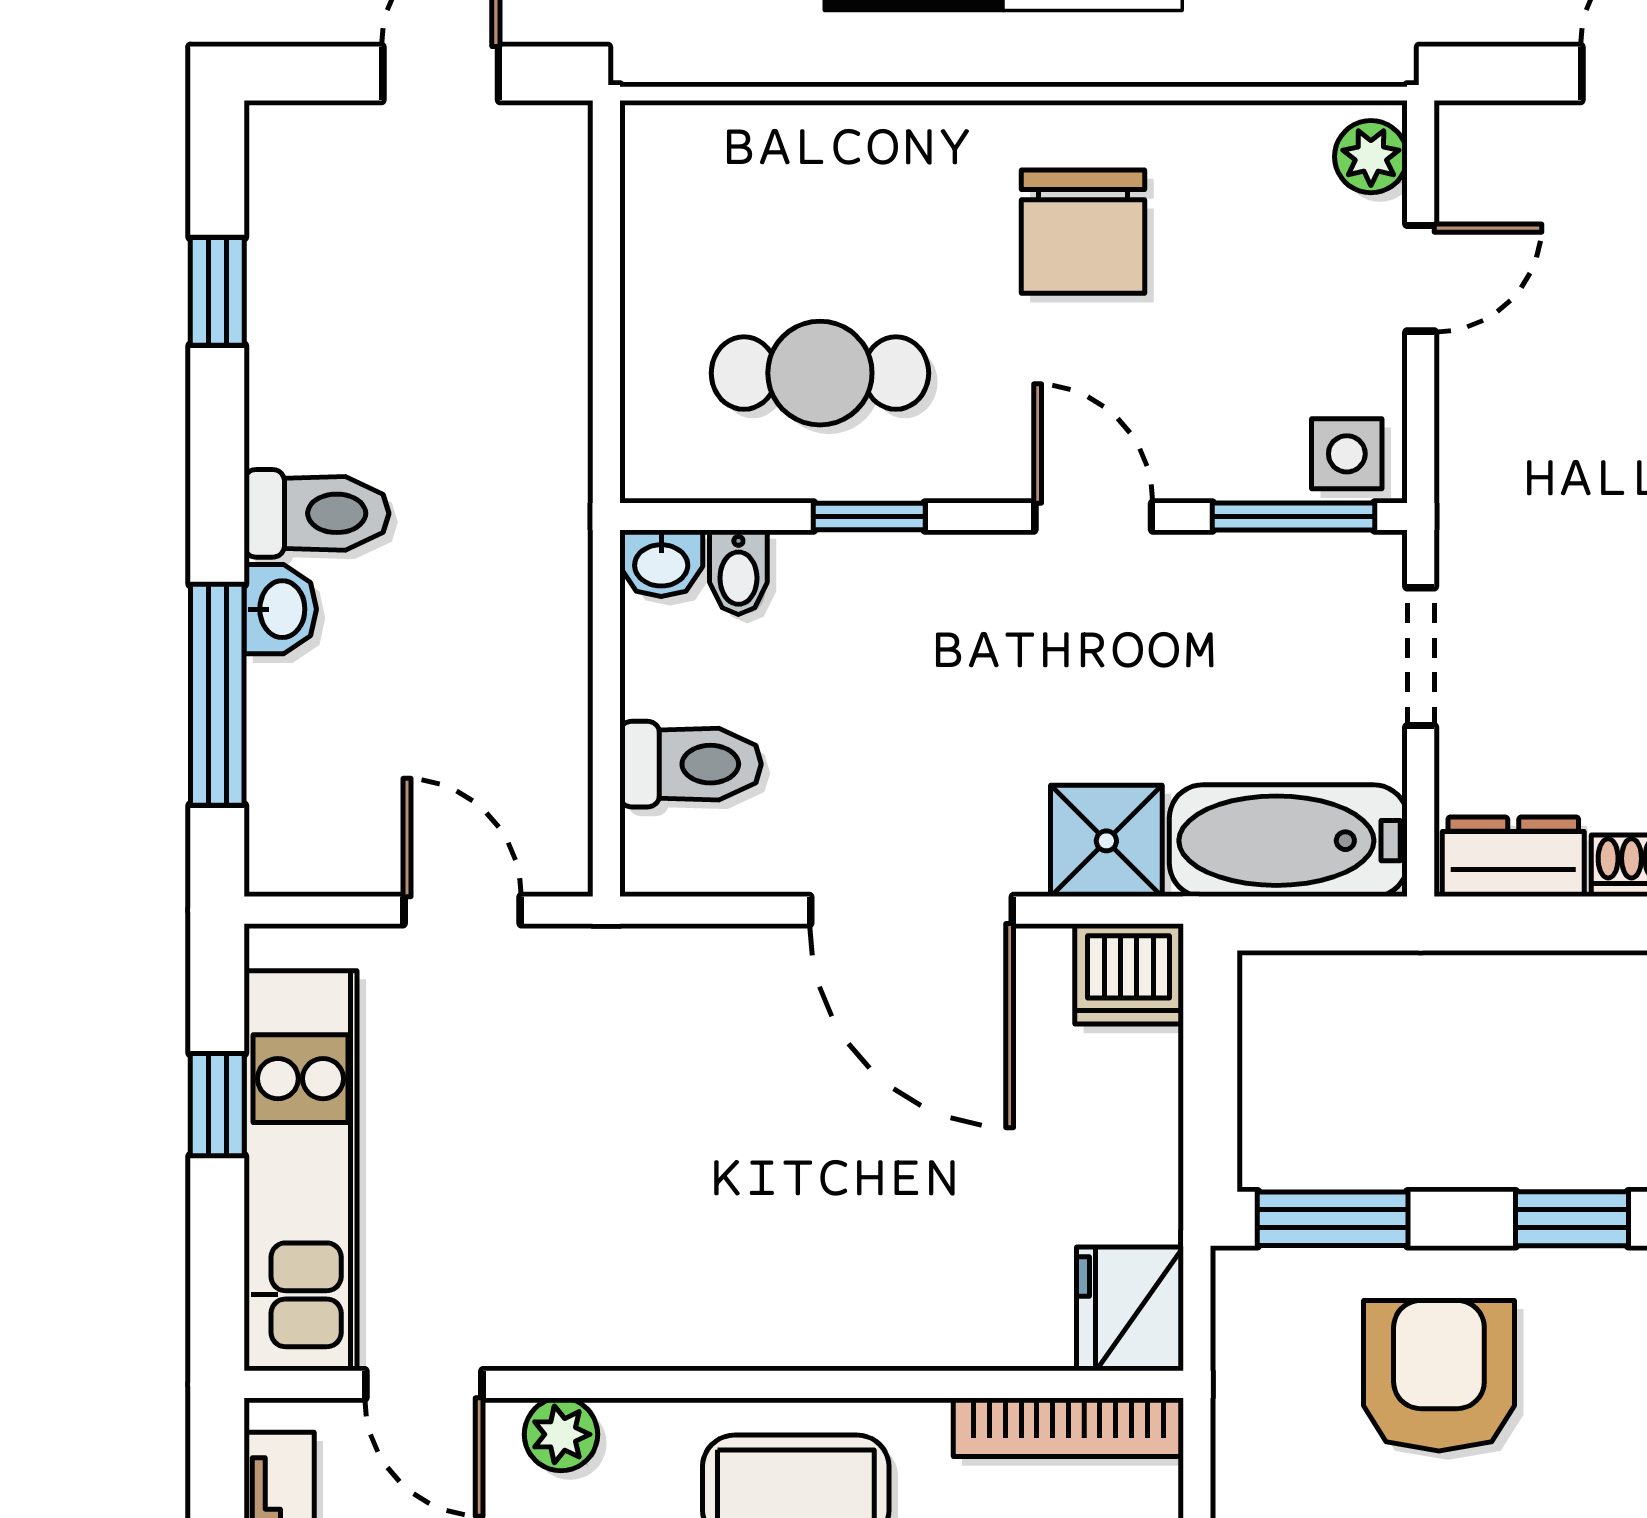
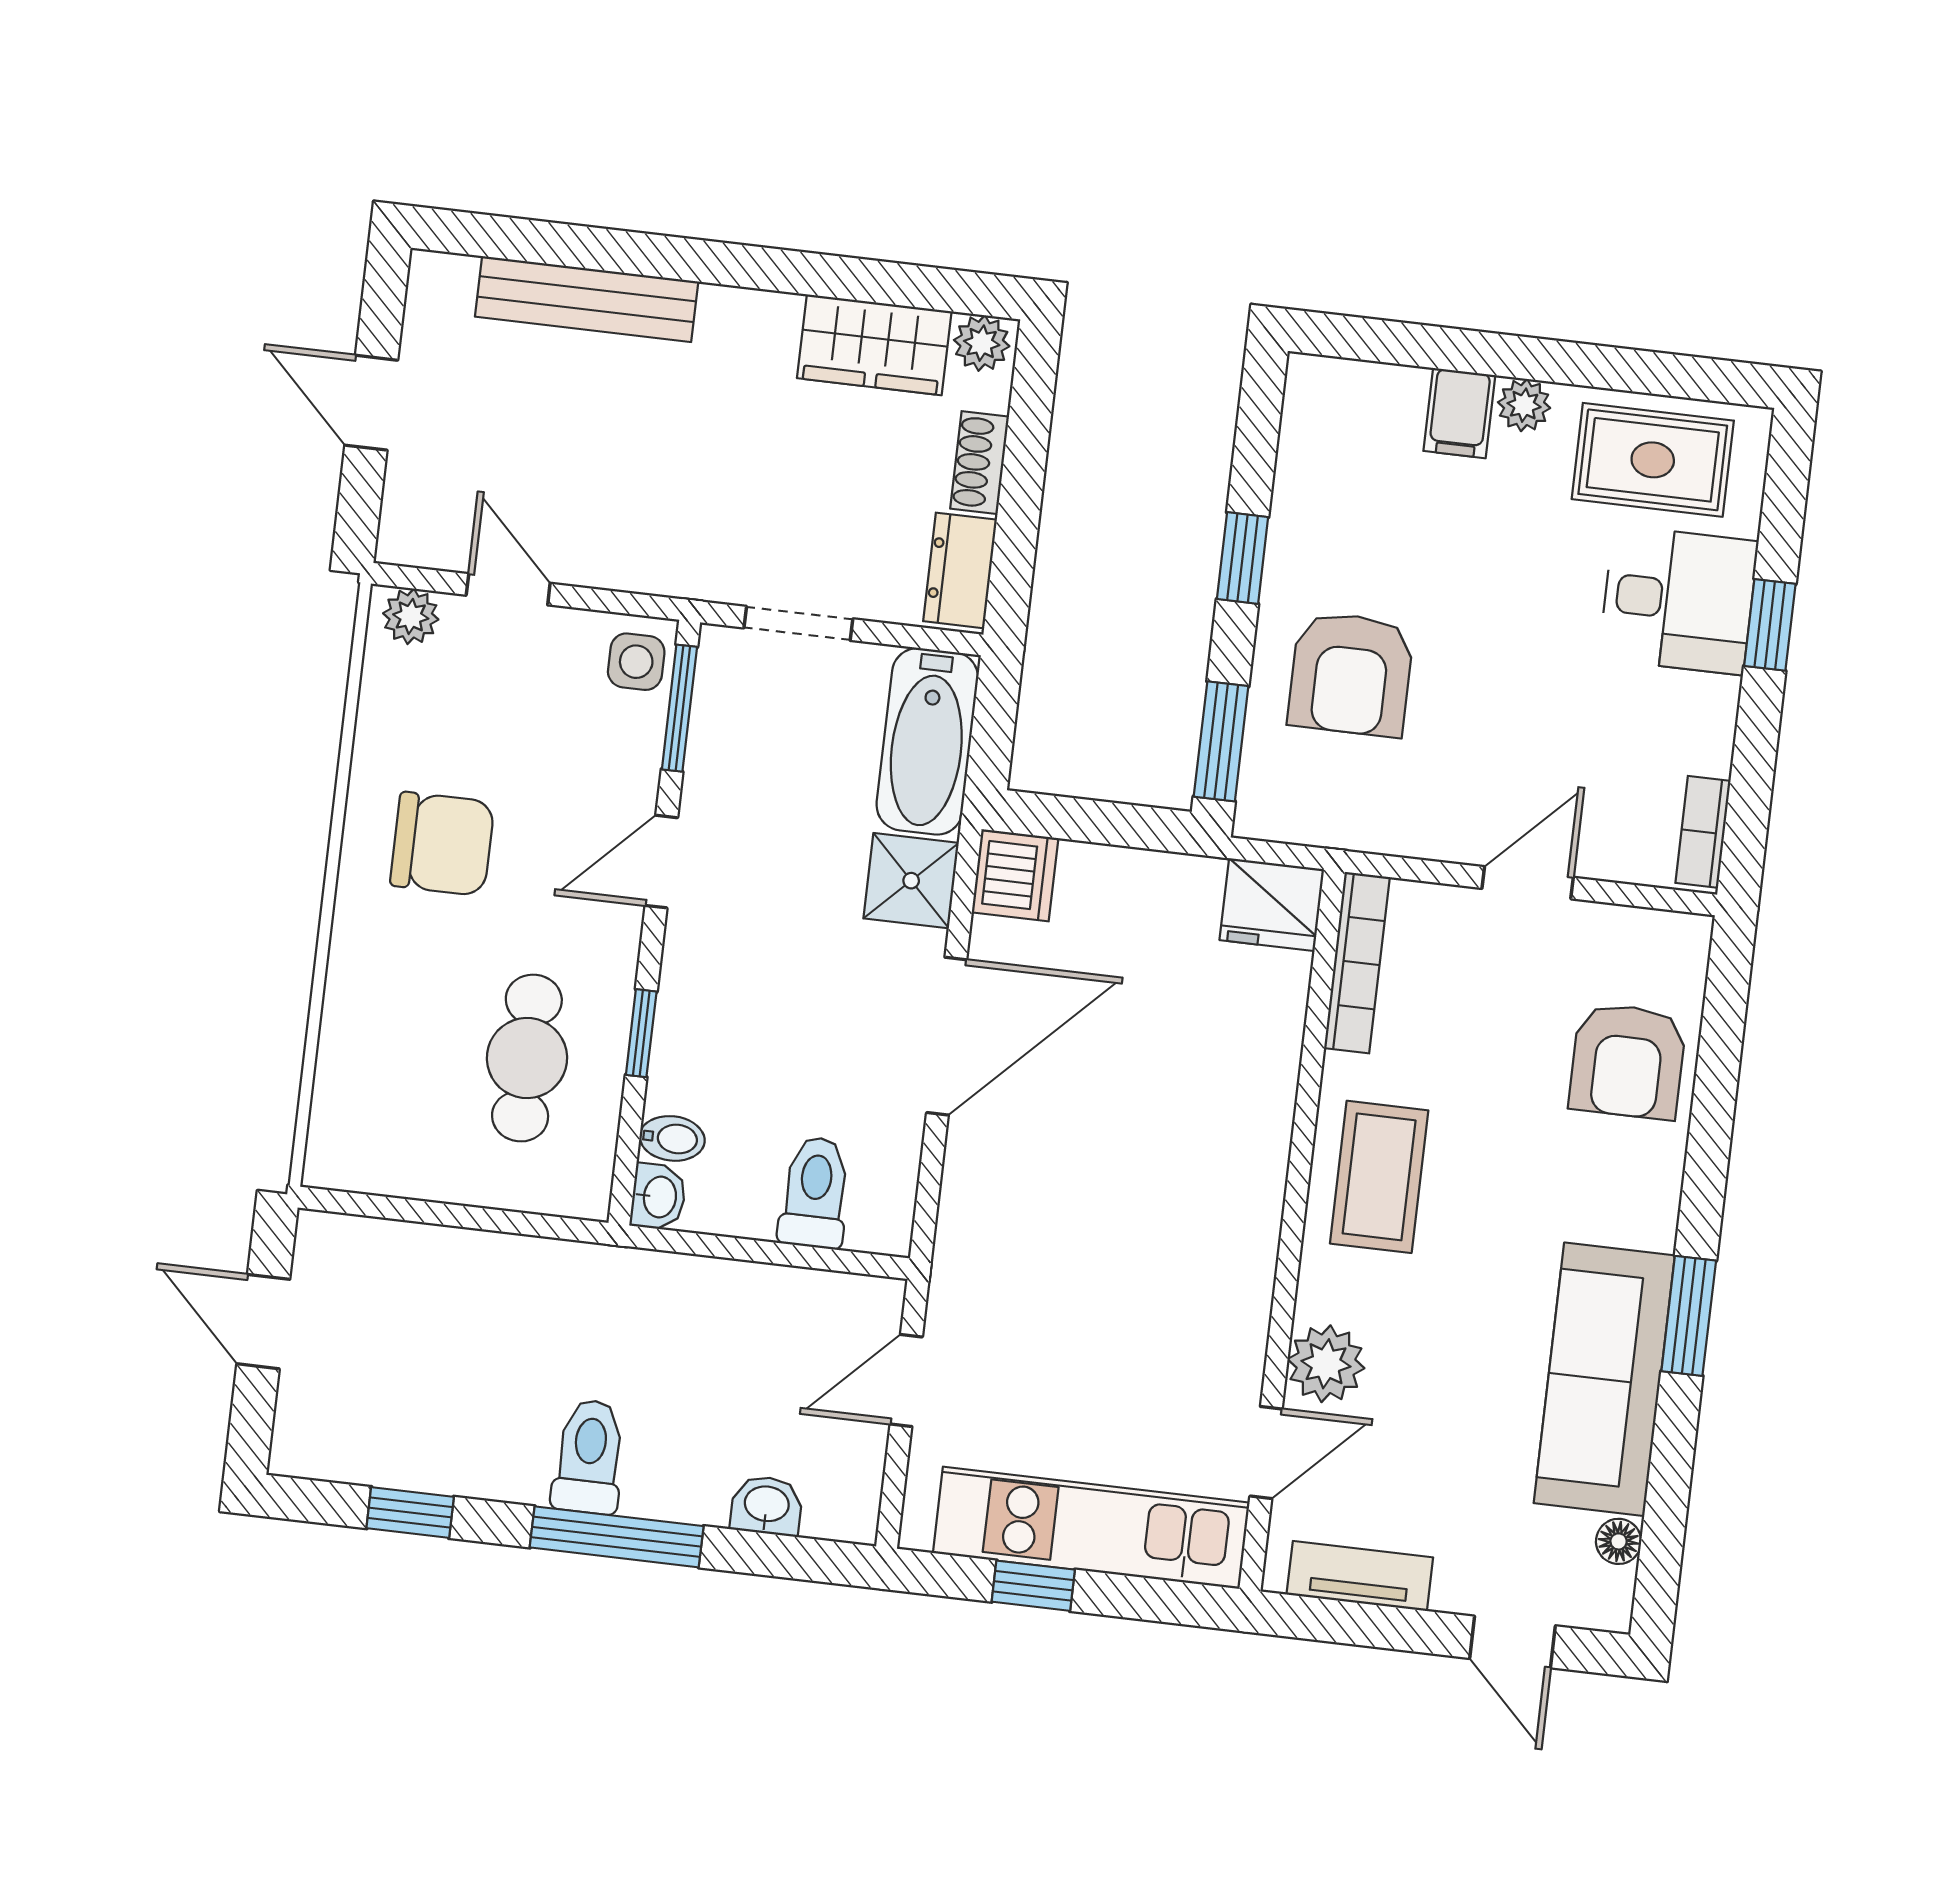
washbasin: (280, 609) -> (767, 1505), moved
window: (217, 695) -> (617, 1537), moved
armchair: (1439, 1376) -> (1351, 674), turned -90
plant: (561, 1434) -> (1326, 1364), width x1.38, depth x1.38

